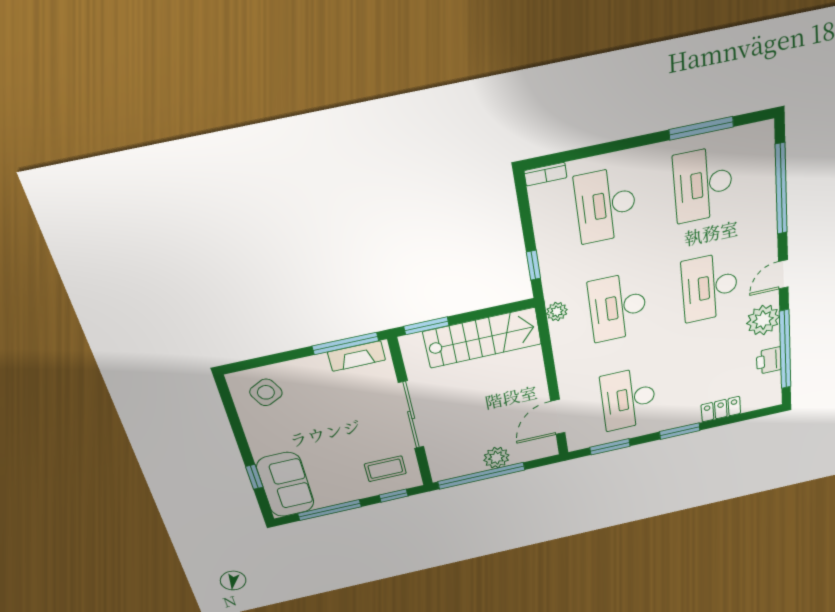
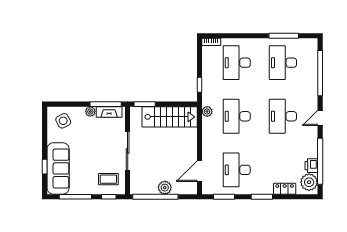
plant: (763, 320) -> (309, 182), moved
plant: (317, 364) -> (90, 111), added
sofa: (285, 485) -> (58, 168), width x1.36

